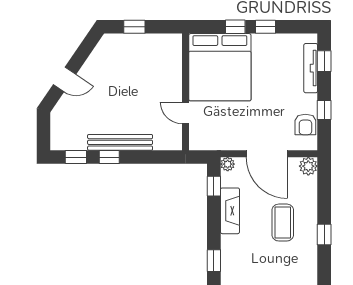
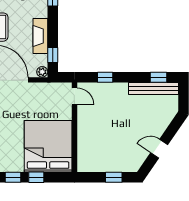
door: (65, 79) -> (159, 149), moved
door: (185, 113) -> (74, 96), moved
bench: (120, 142) -> (153, 89), moved
window: (109, 157) -> (105, 77), moved

